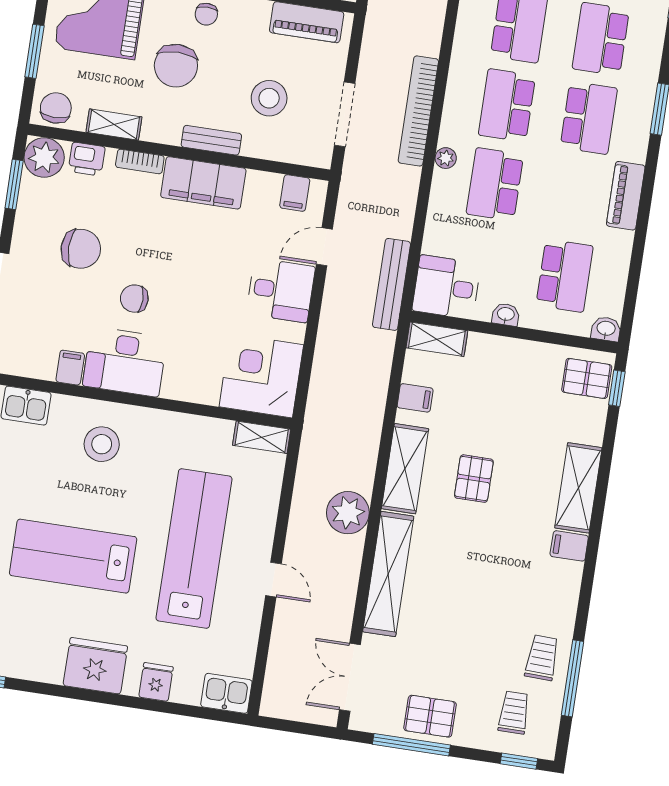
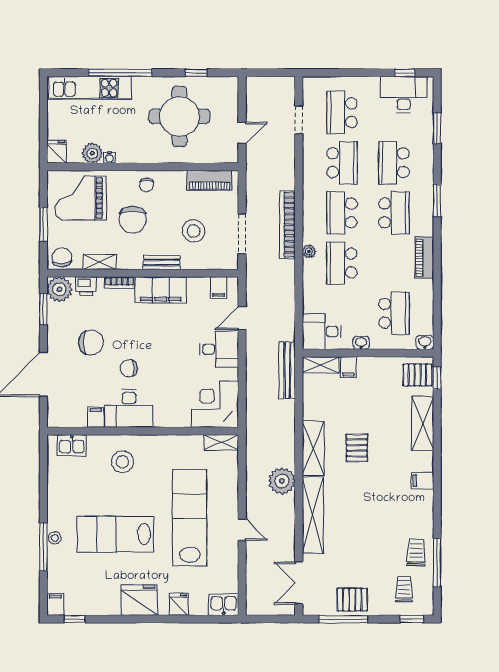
bench: (391, 284) -> (287, 370), moved
filing cabinet: (415, 398) -> (348, 367), moved, turned 90
shelving: (578, 488) -> (423, 423), moved

